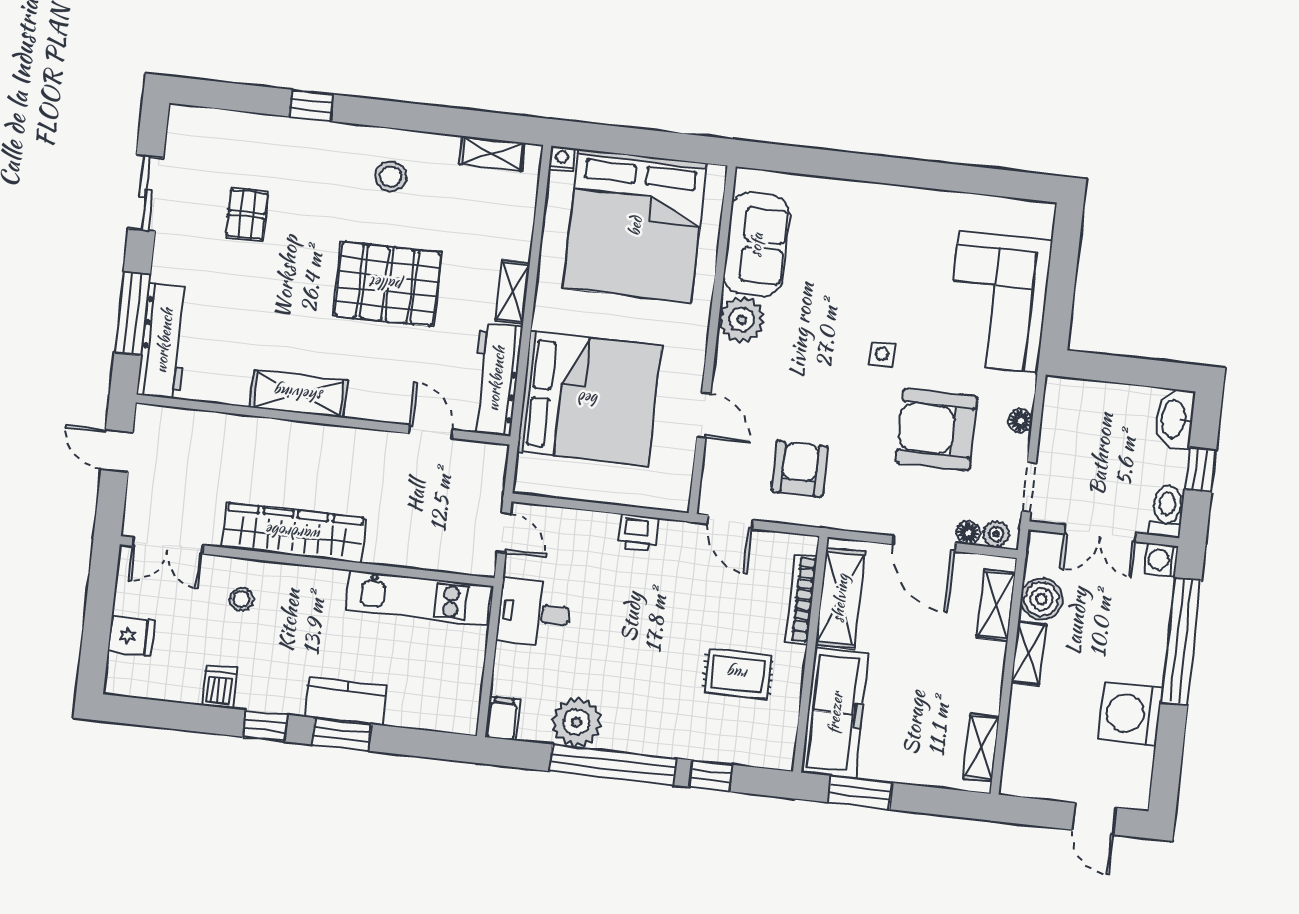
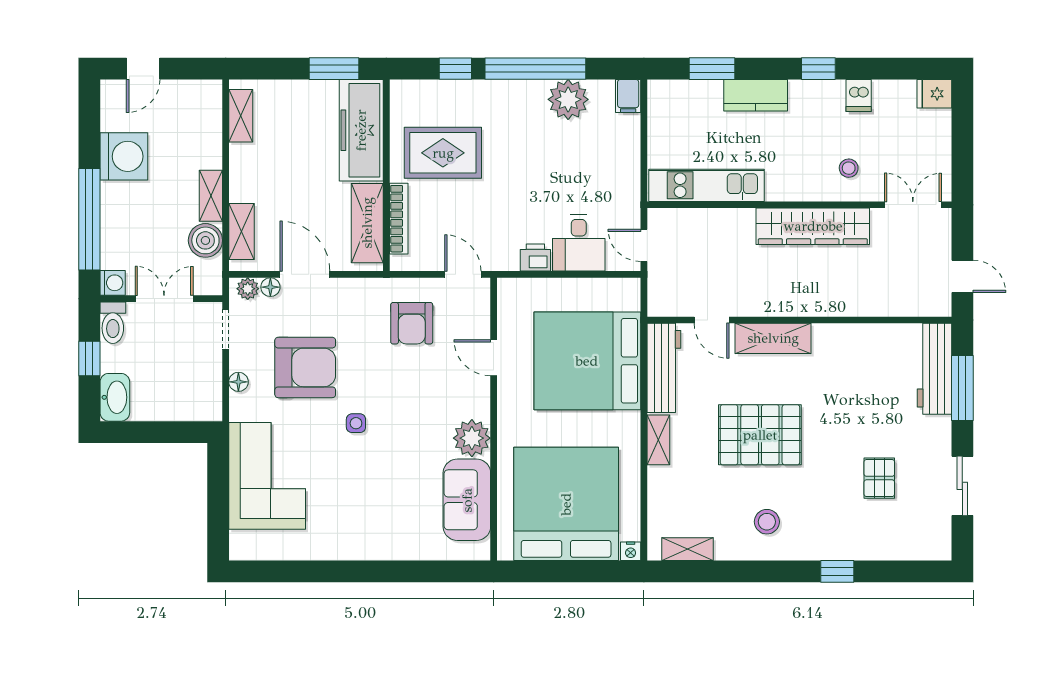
shelving: (299, 394) -> (773, 338), moved
desk: (534, 613) -> (579, 243), moved, turned 90
fridge: (131, 636) -> (934, 94), moved
rug: (738, 674) -> (443, 153), width x1.36, depth x1.43
window: (342, 734) -> (712, 69), moved
door: (1094, 819) -> (143, 69), swing flipped

